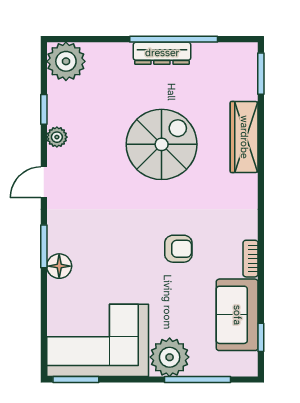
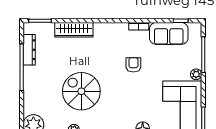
dresser: (162, 53) -> (29, 50), moved
spiral stairs: (162, 144) -> (81, 91), moved
plant: (170, 357) -> (196, 74), width x0.53, depth x0.53

